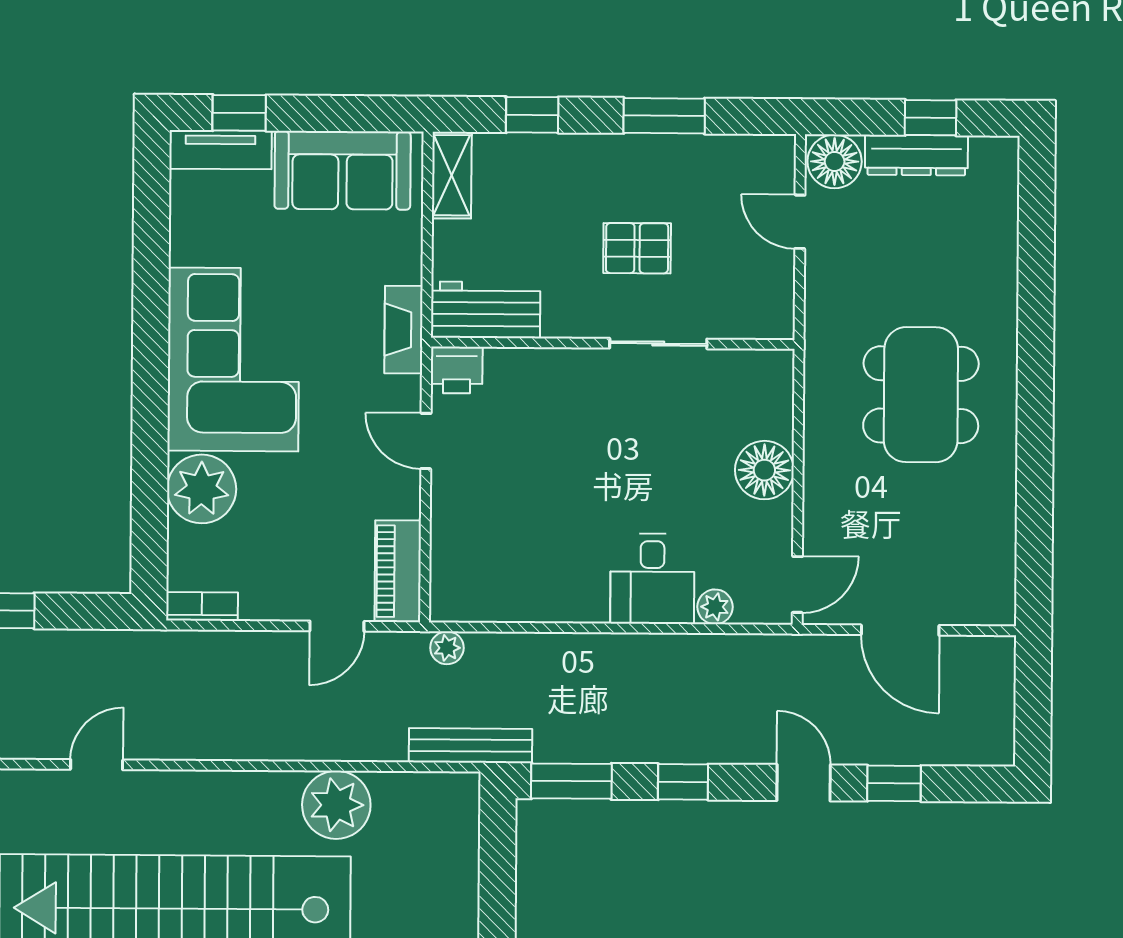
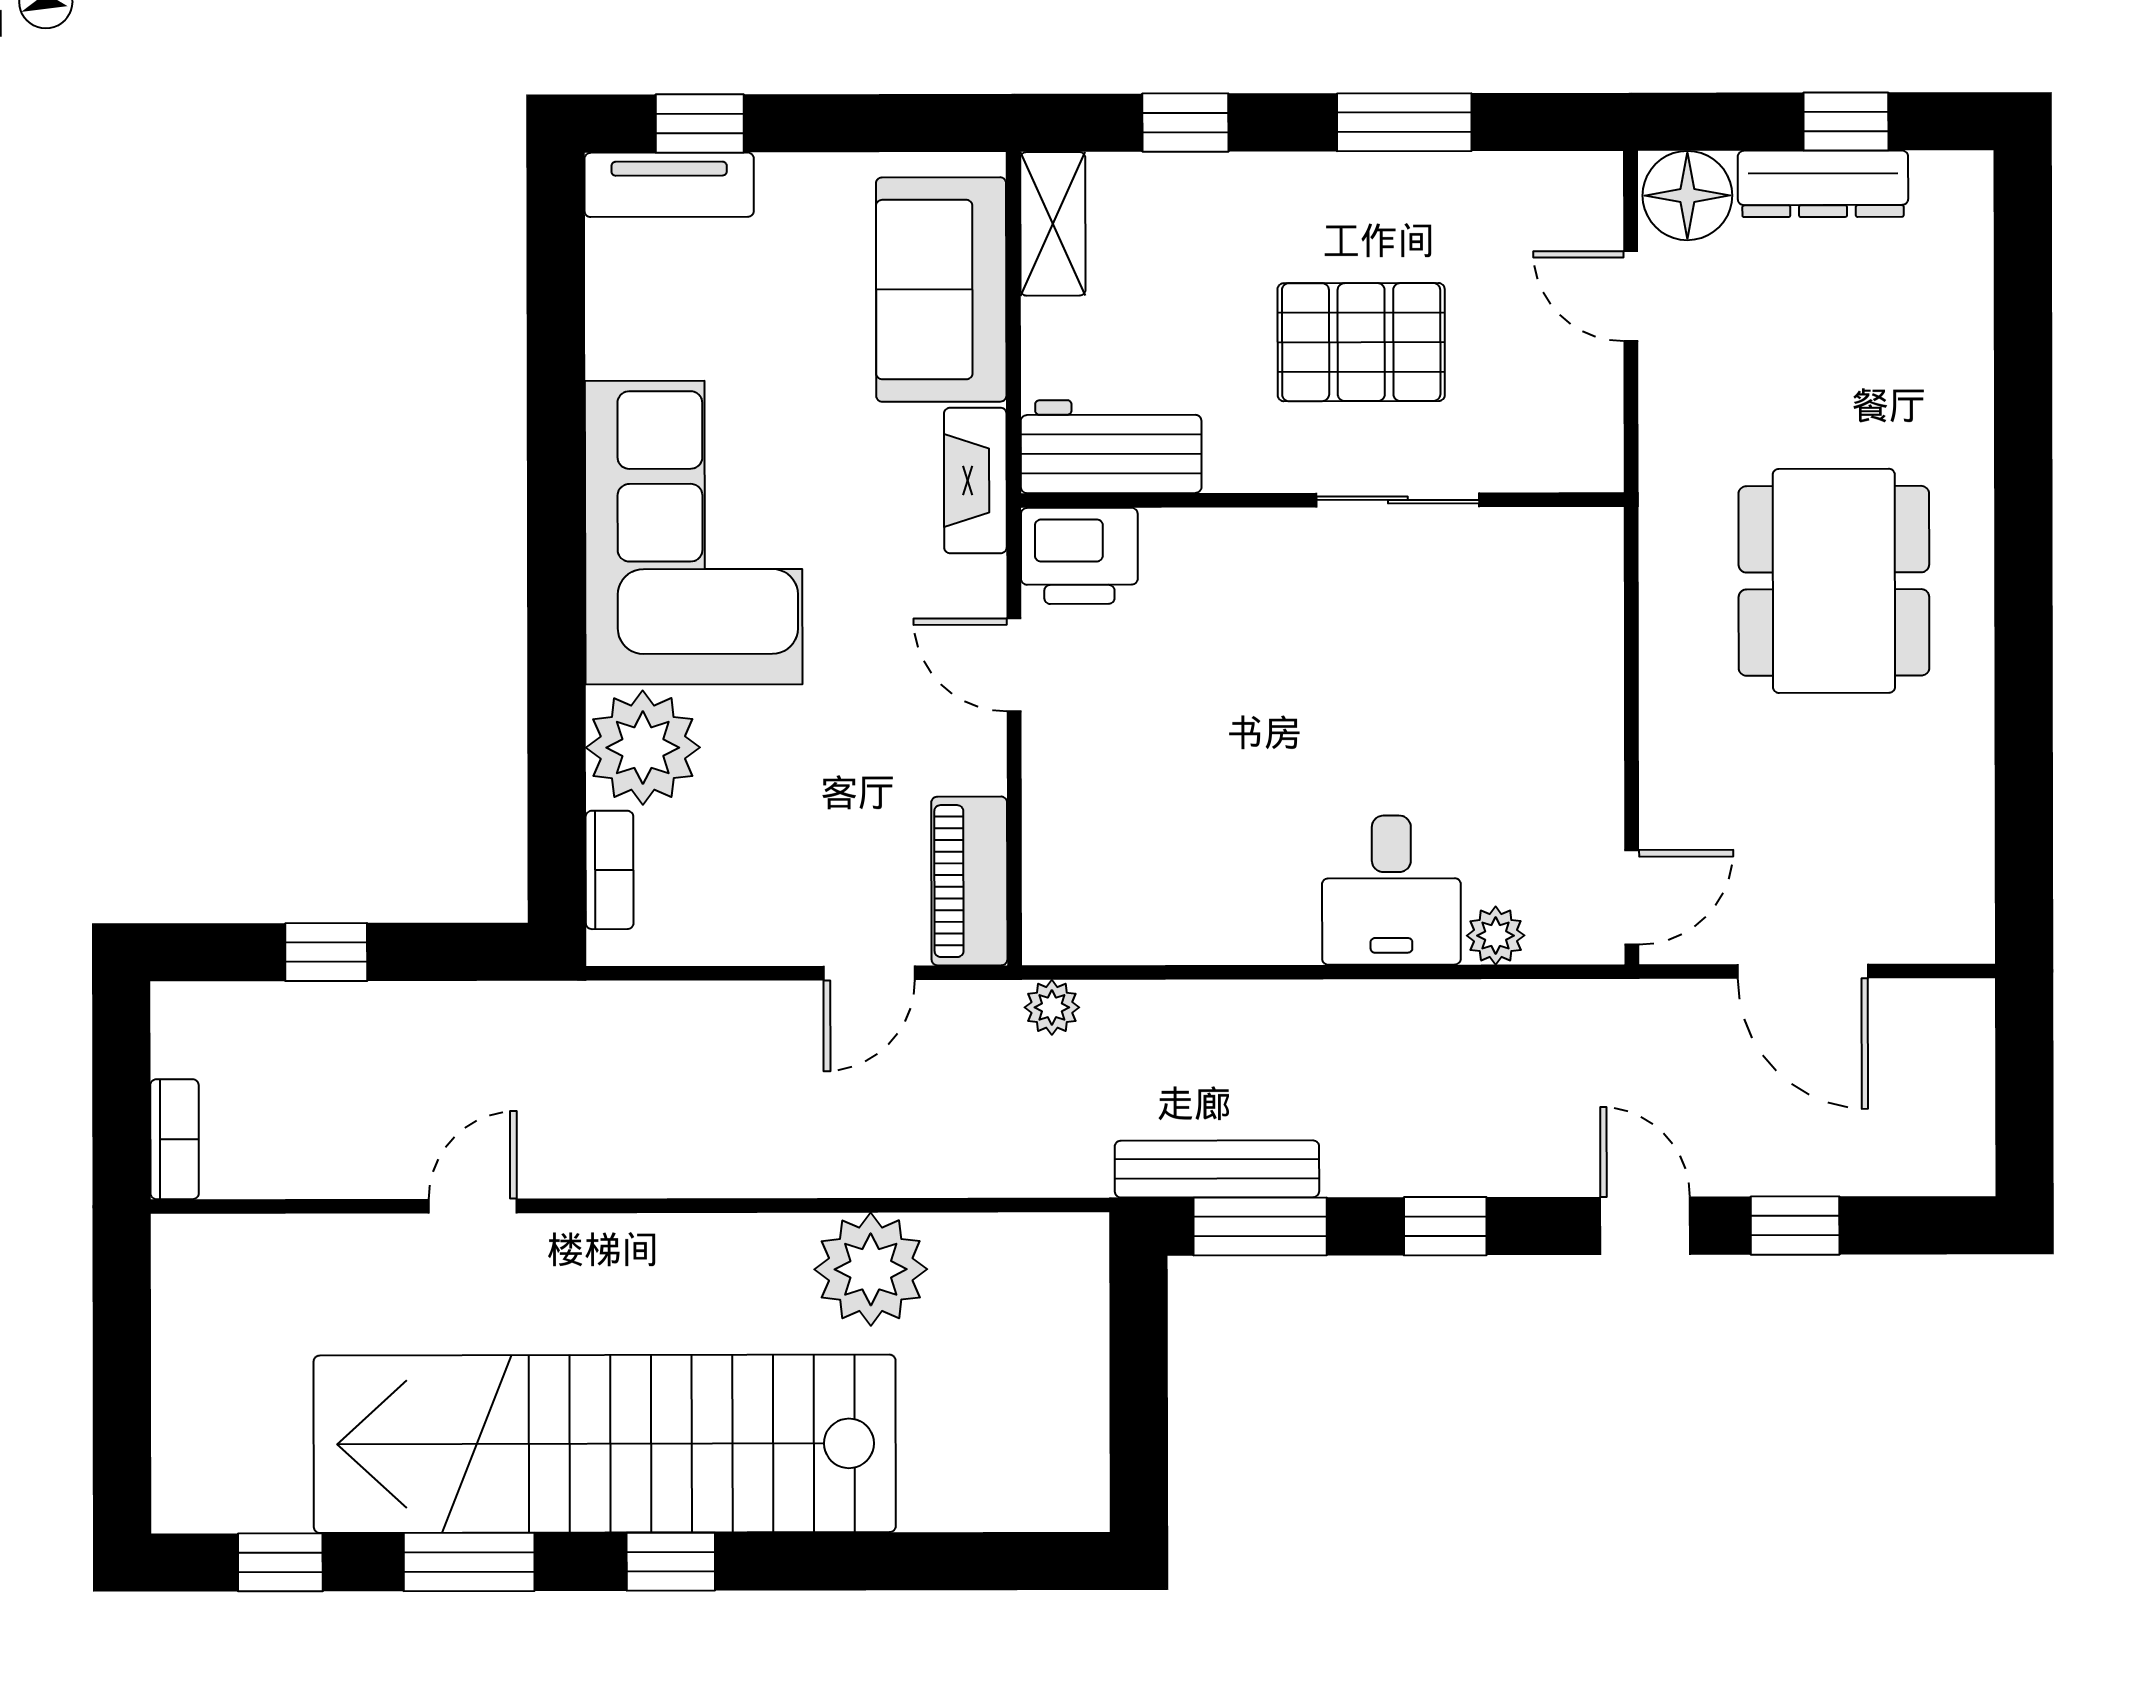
sofa: (343, 170) -> (941, 290), moved, turned 90
pallet: (637, 248) -> (1361, 342), width x1.50, depth x1.42
printer: (457, 370) -> (1079, 556), width x1.36, depth x1.24
floor lamp: (764, 470) -> (1576, 708), removed
bookcase: (202, 606) -> (610, 870), moved, turned 90
bench: (470, 746) -> (1217, 1169), moved

